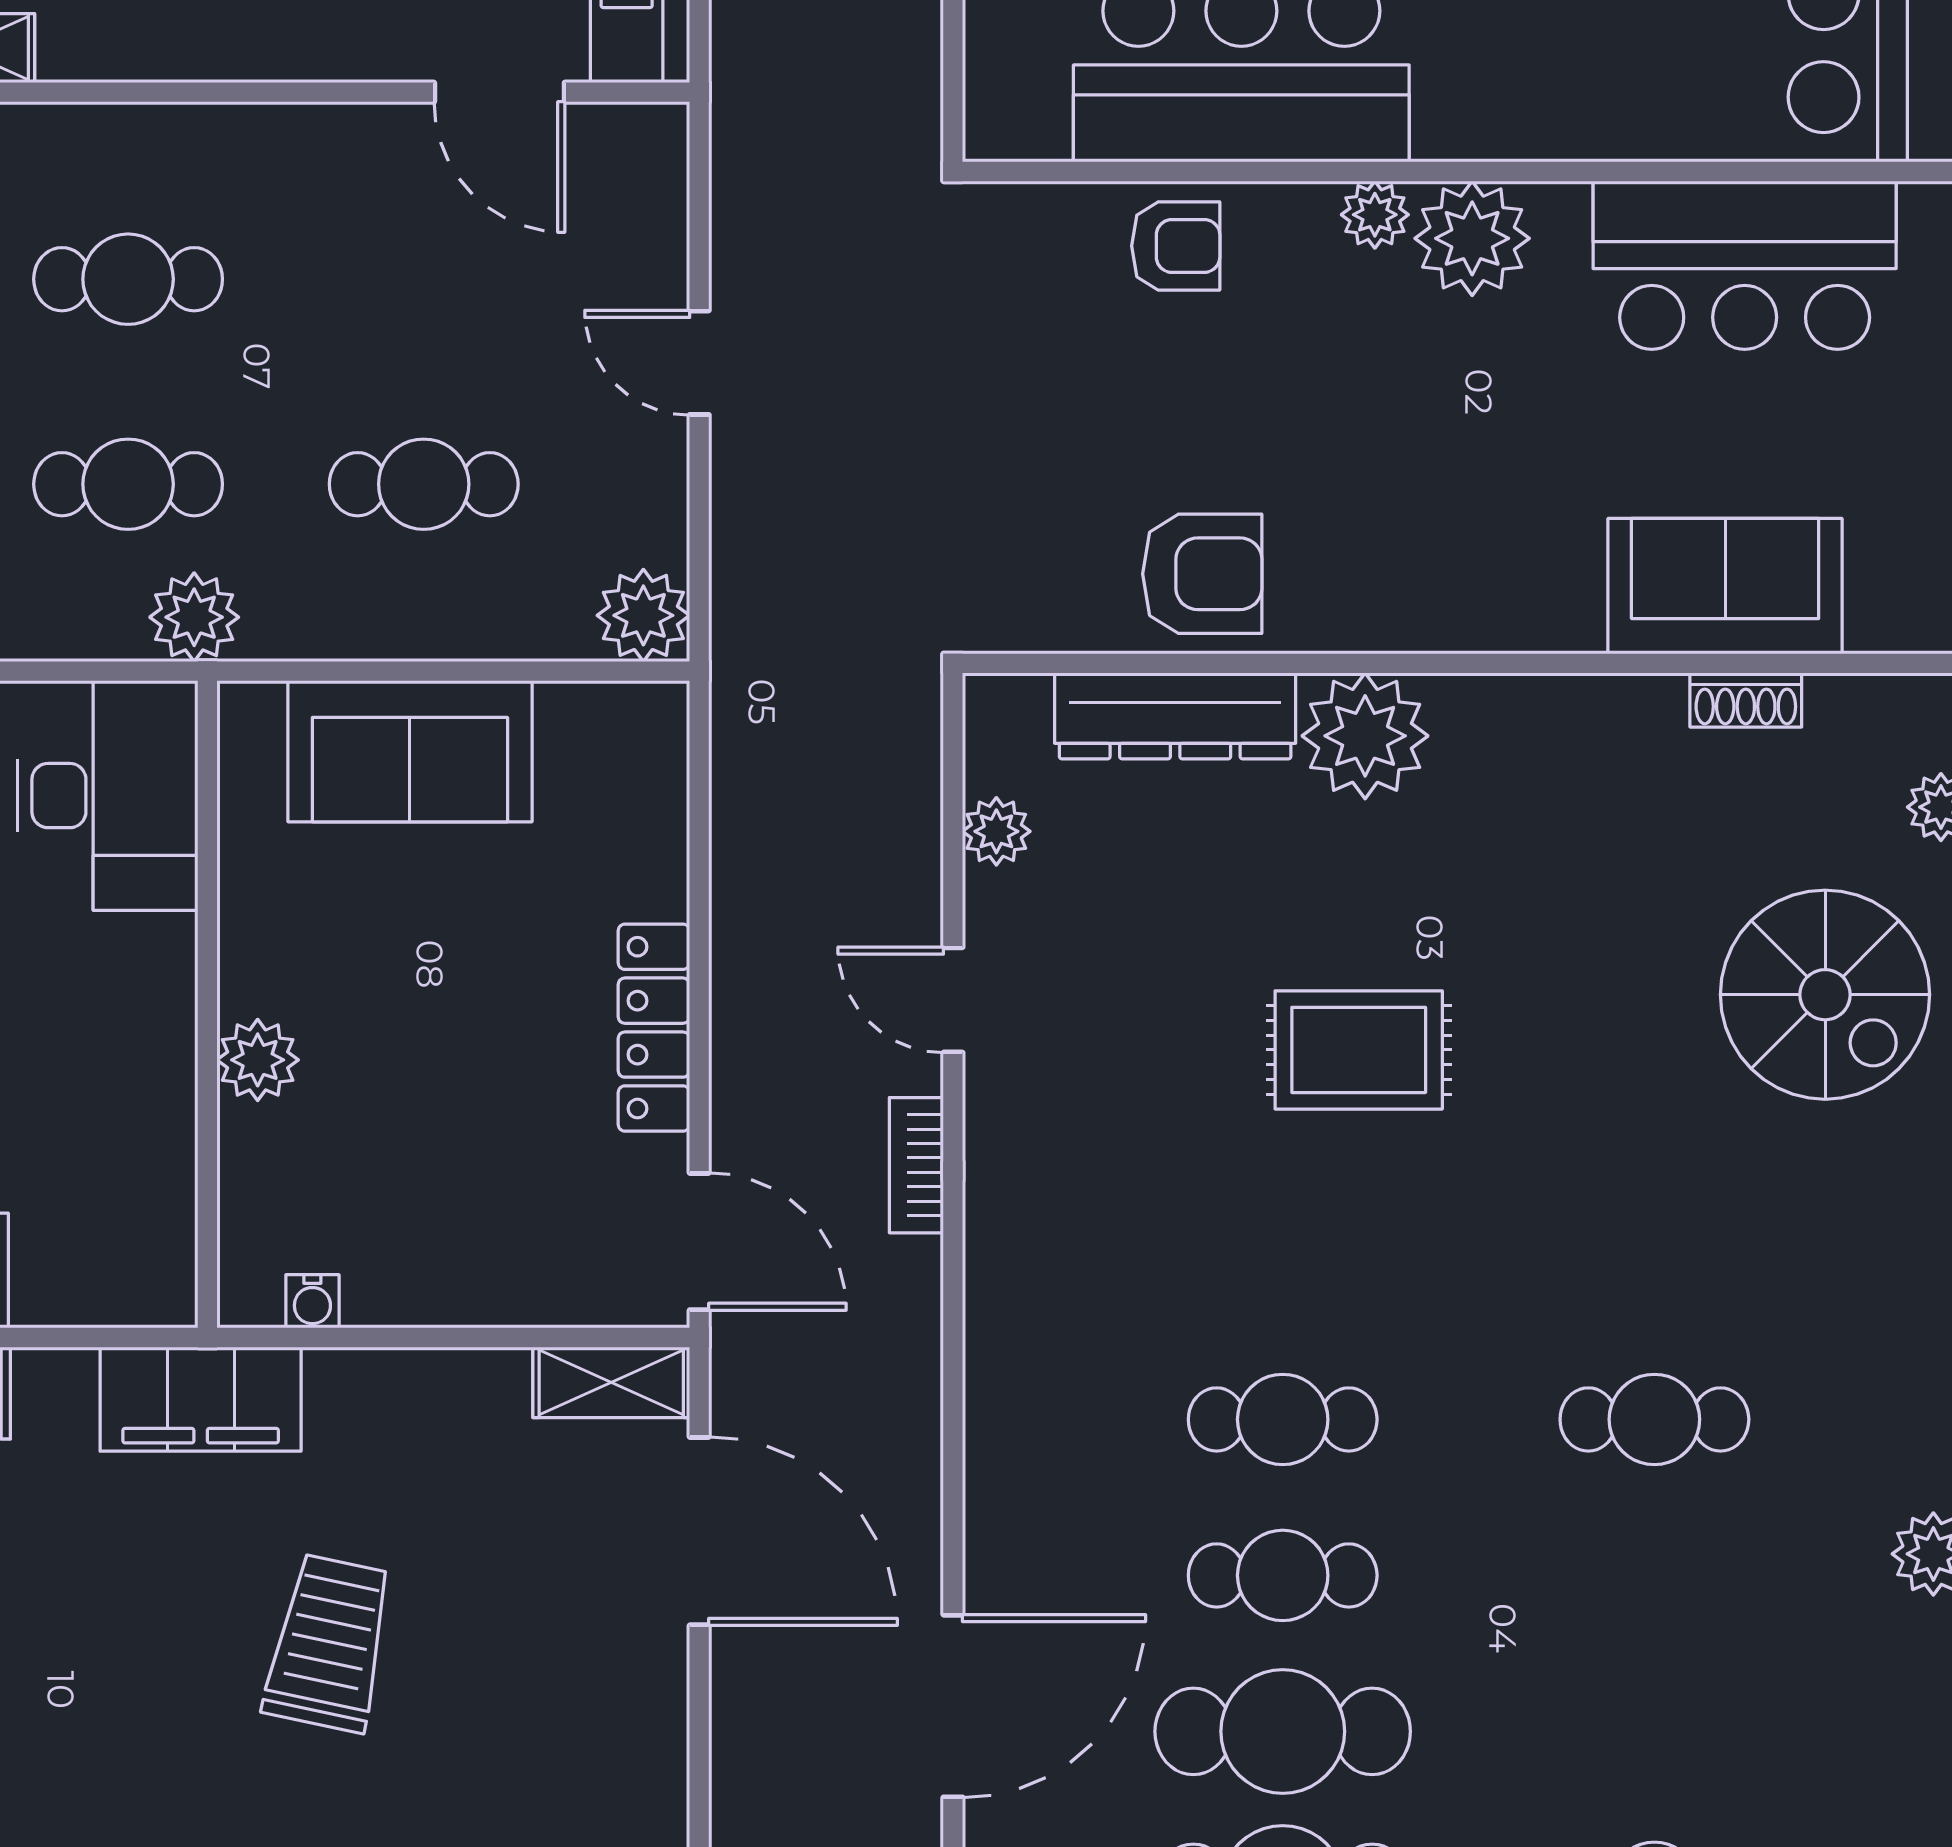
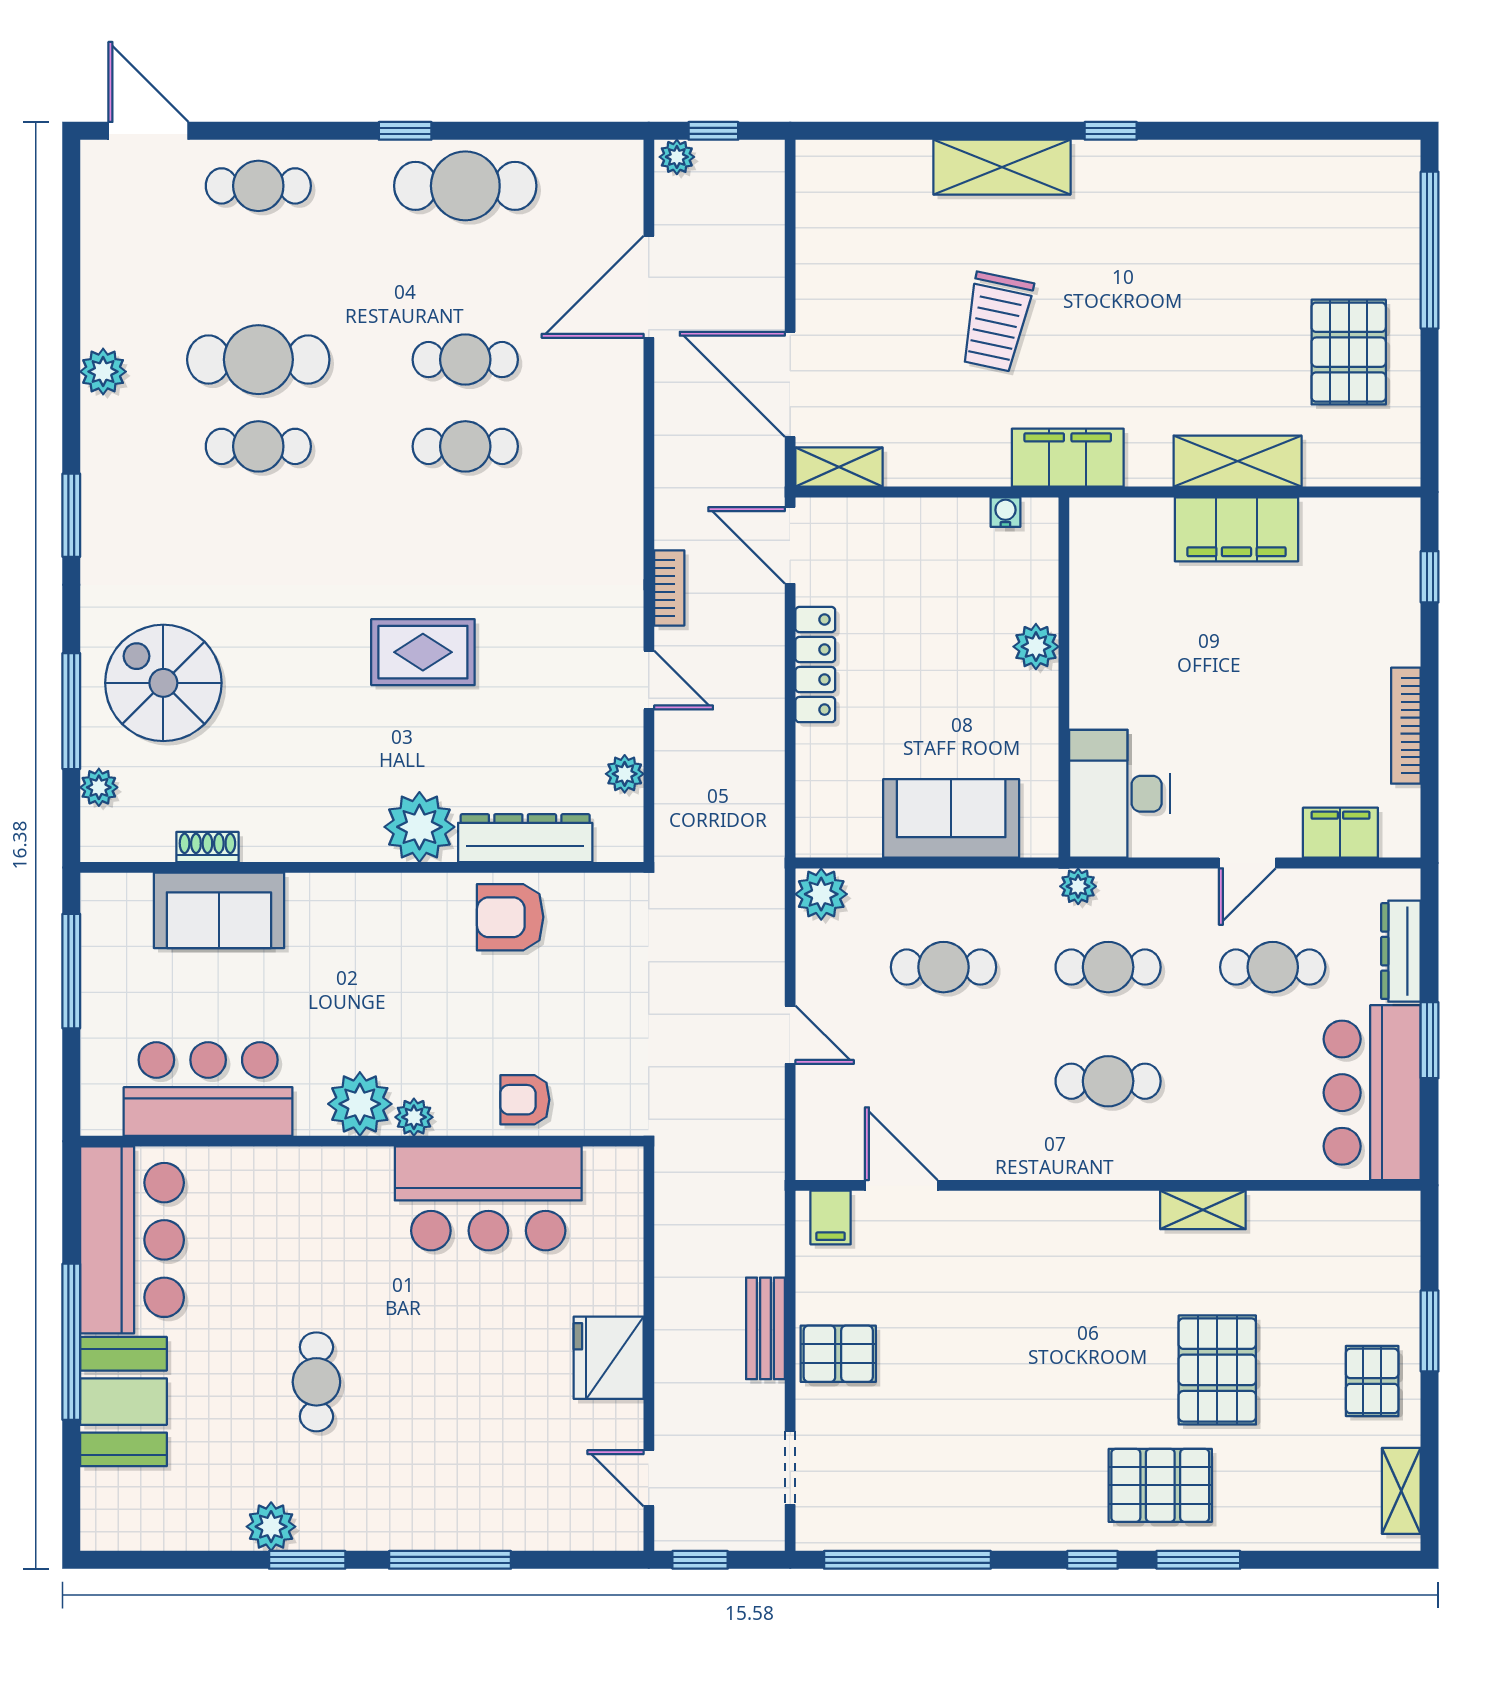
plant: (194, 617) -> (1078, 886), width x0.73, depth x0.73
cafe table: (1283, 1731) -> (258, 360), moved

